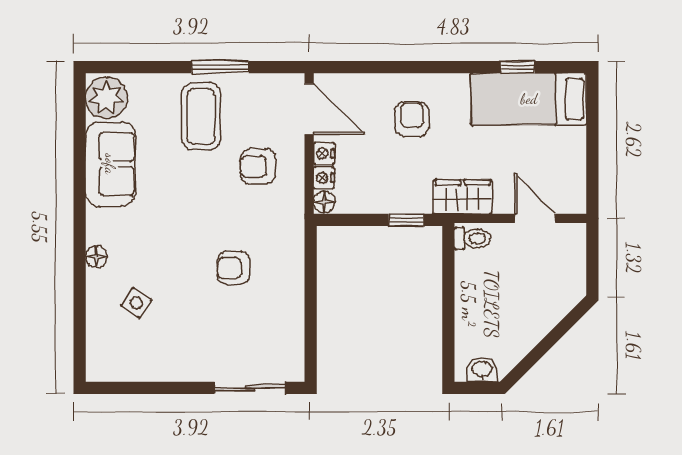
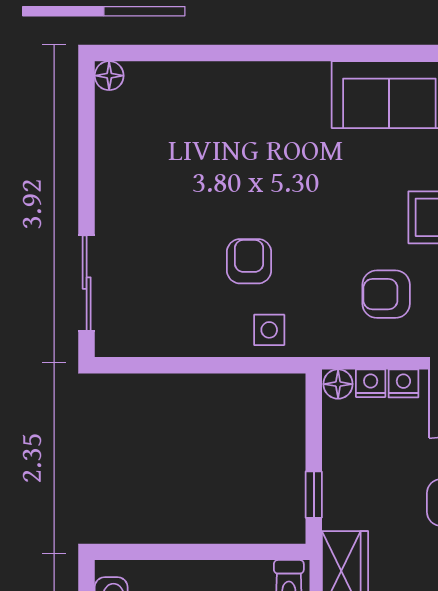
armchair: (258, 166) -> (386, 294), turned -90
floor lamp: (96, 257) -> (109, 76), moved
side table: (136, 303) -> (269, 330), moved, turned -33

